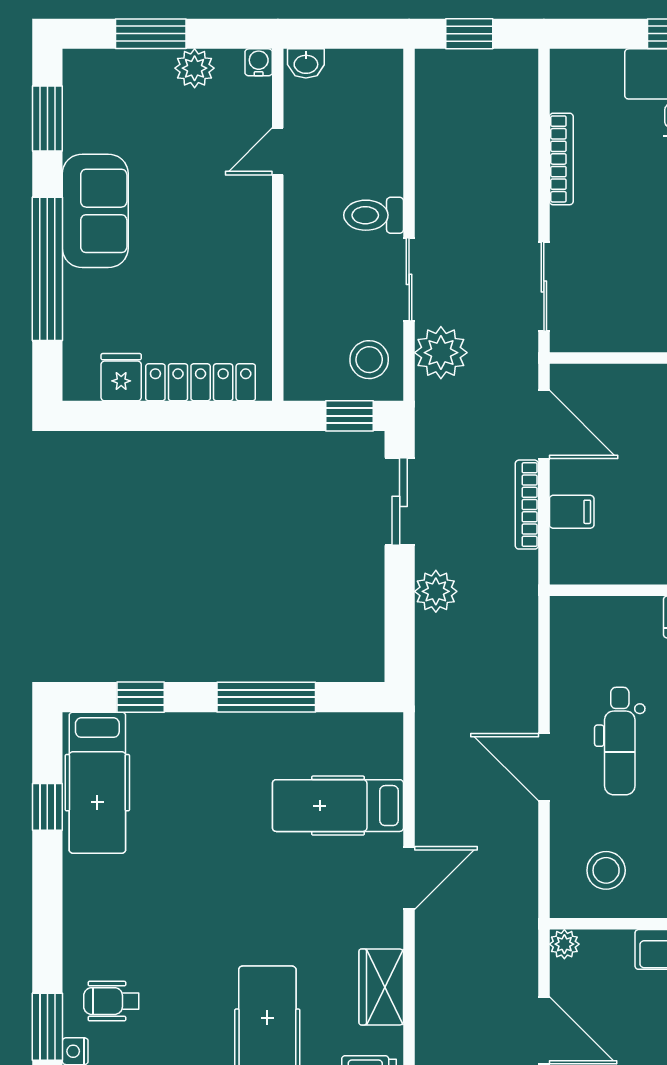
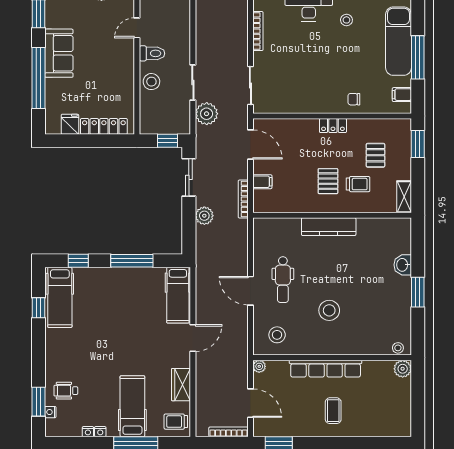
toilet: (374, 215) -> (152, 53), moved, turned 180
stool: (369, 360) -> (151, 82), moved
bookcase: (527, 505) -> (243, 199), moved
hospital bed: (338, 806) -> (178, 295), moved, turned -90

